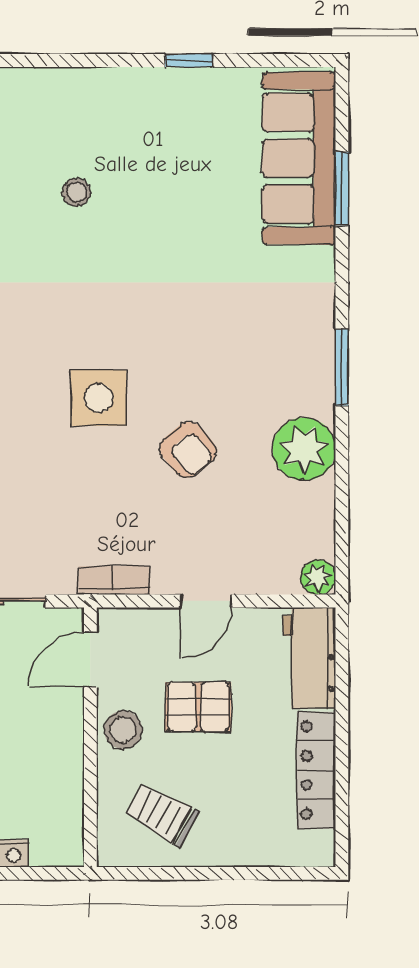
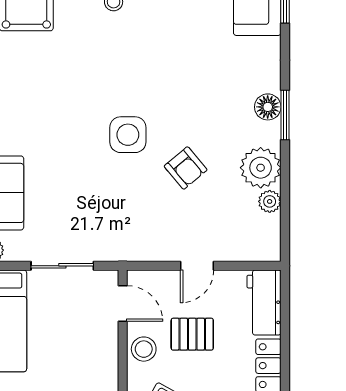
floor lamp: (315, 355) -> (268, 107), added
plant: (318, 577) -> (270, 201), moved
bookcase: (114, 580) -> (138, 253), removed
door: (90, 659) -> (123, 303), swing flipped

